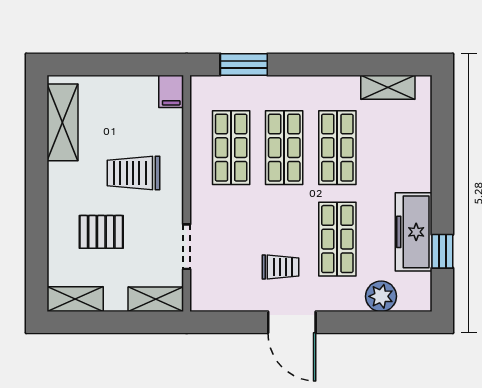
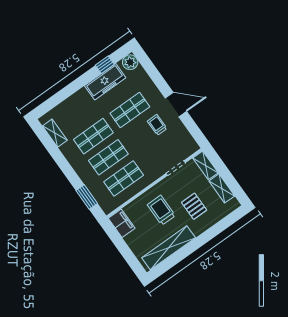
filing cabinet: (171, 91) -> (122, 223), width x2.00
shelving: (63, 122) -> (169, 248), width x1.47
trolley: (134, 173) -> (161, 210), turned 180
plant: (381, 296) -> (130, 62), moved
shelving: (75, 299) -> (222, 188), moved
door: (292, 322) -> (176, 105), hinge flipped

